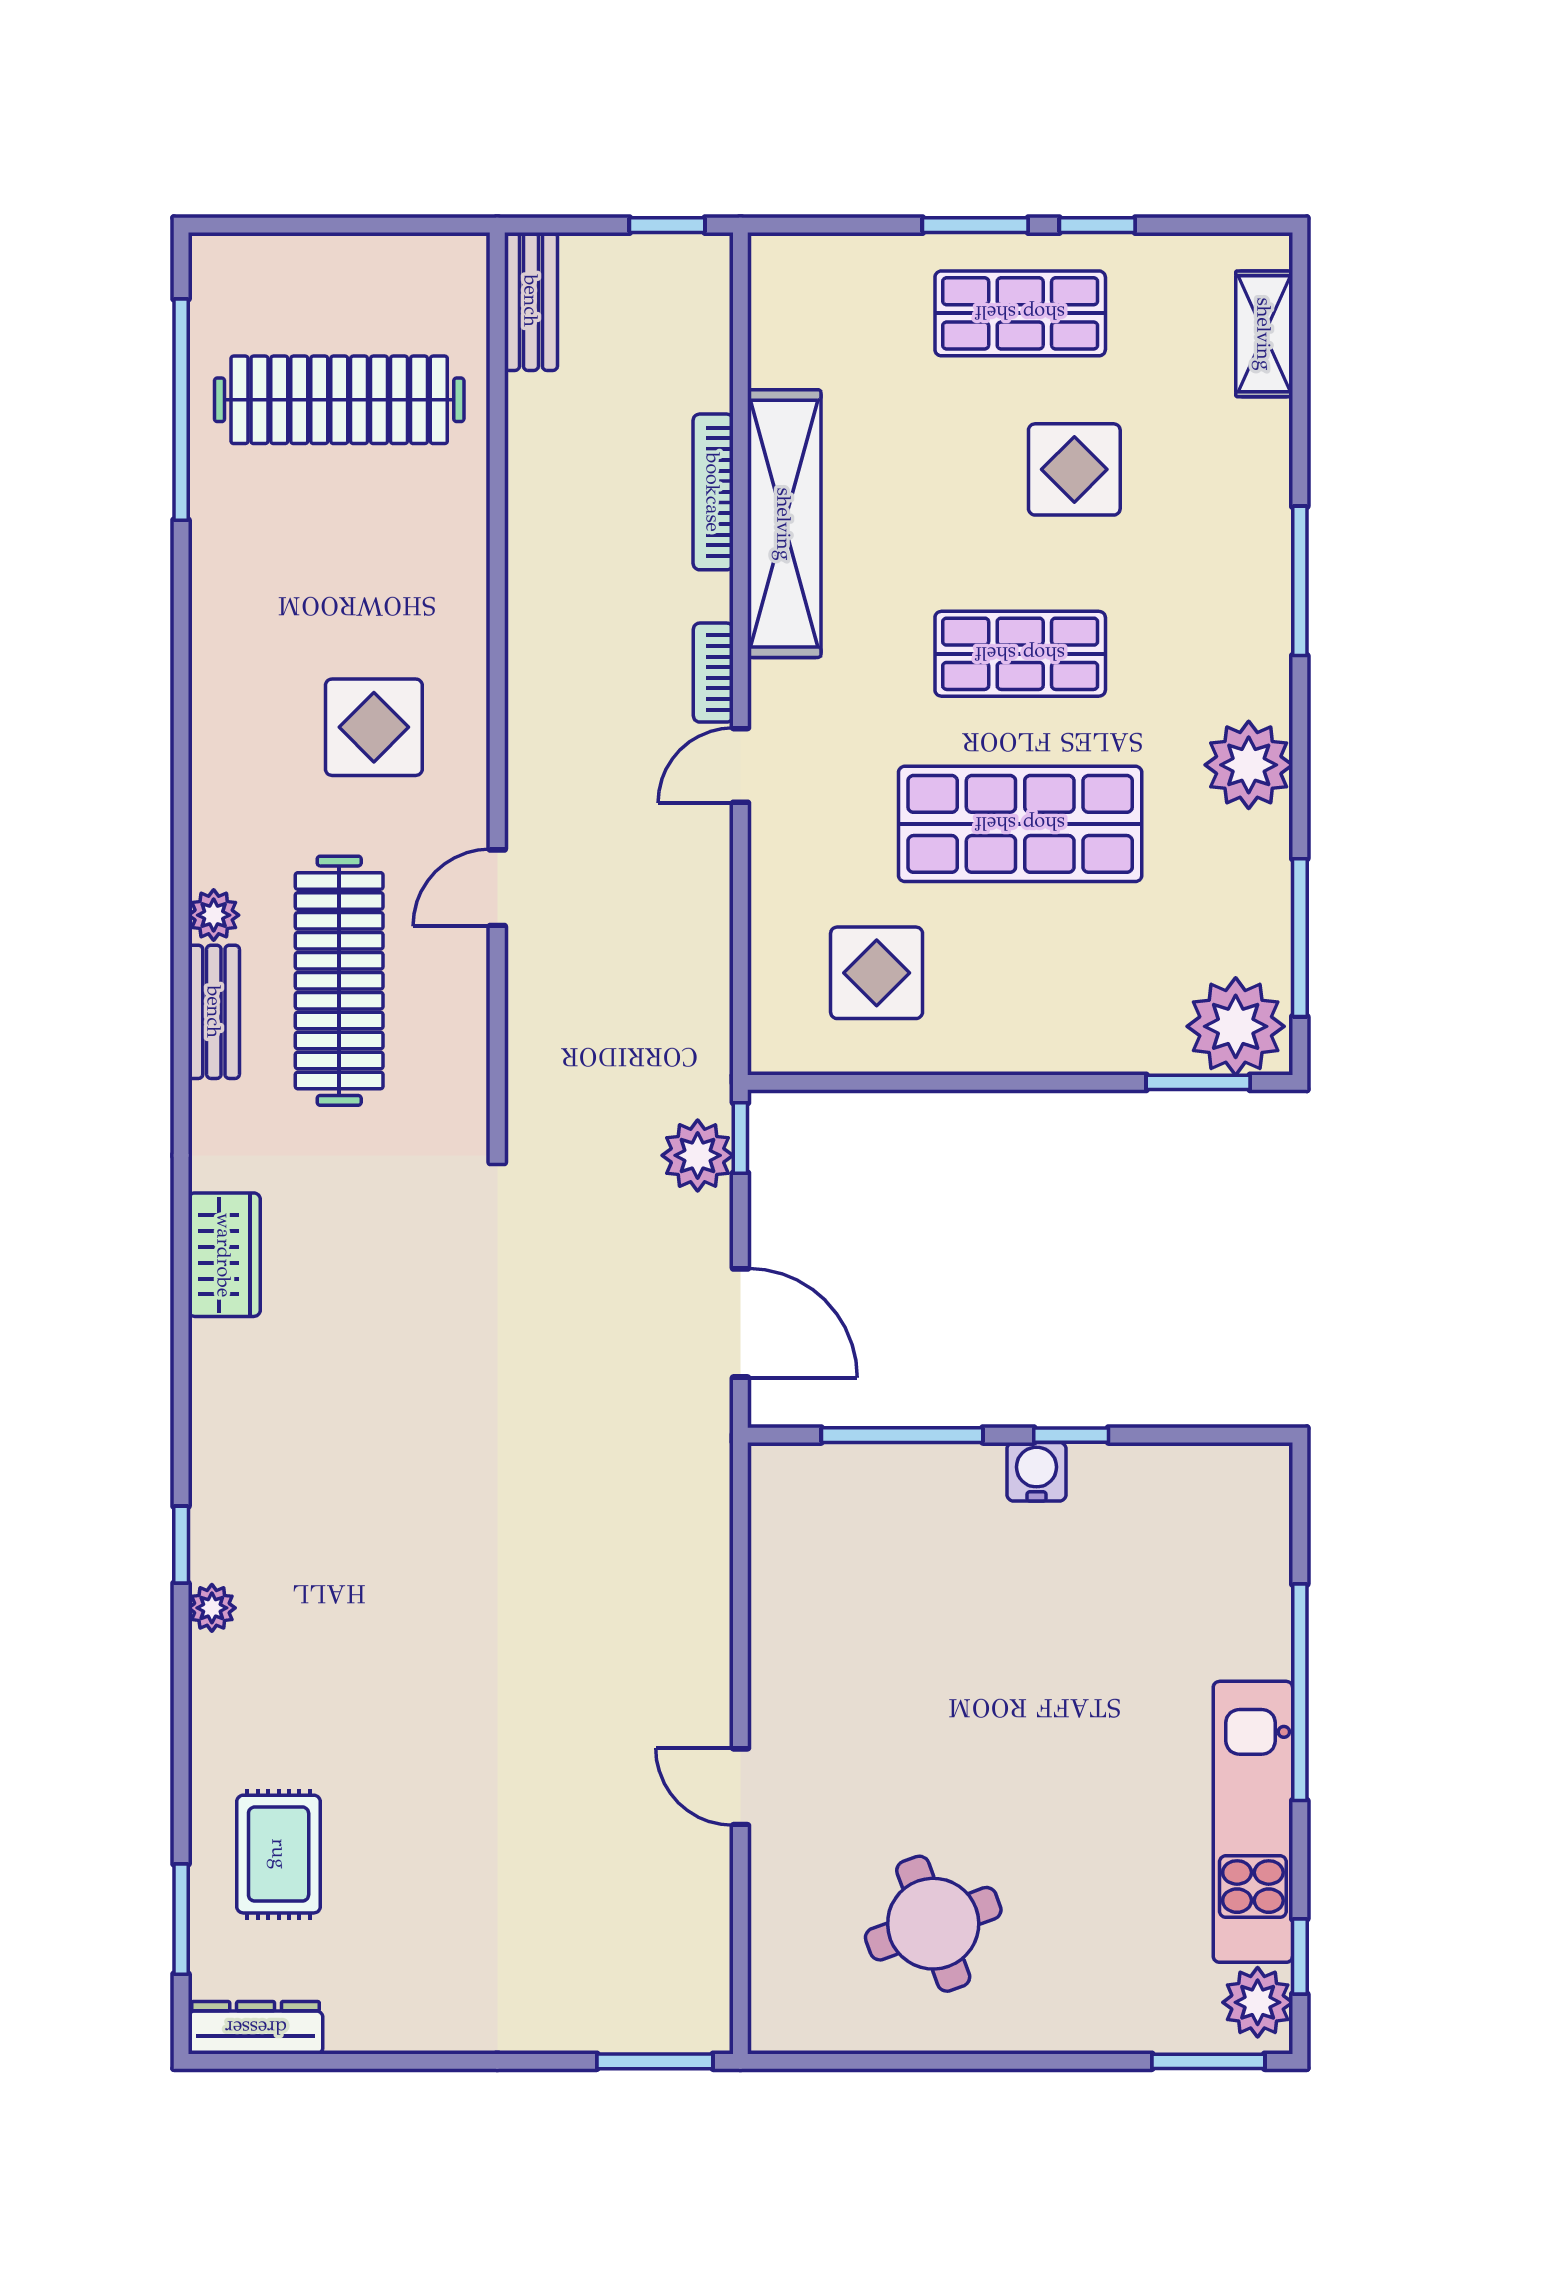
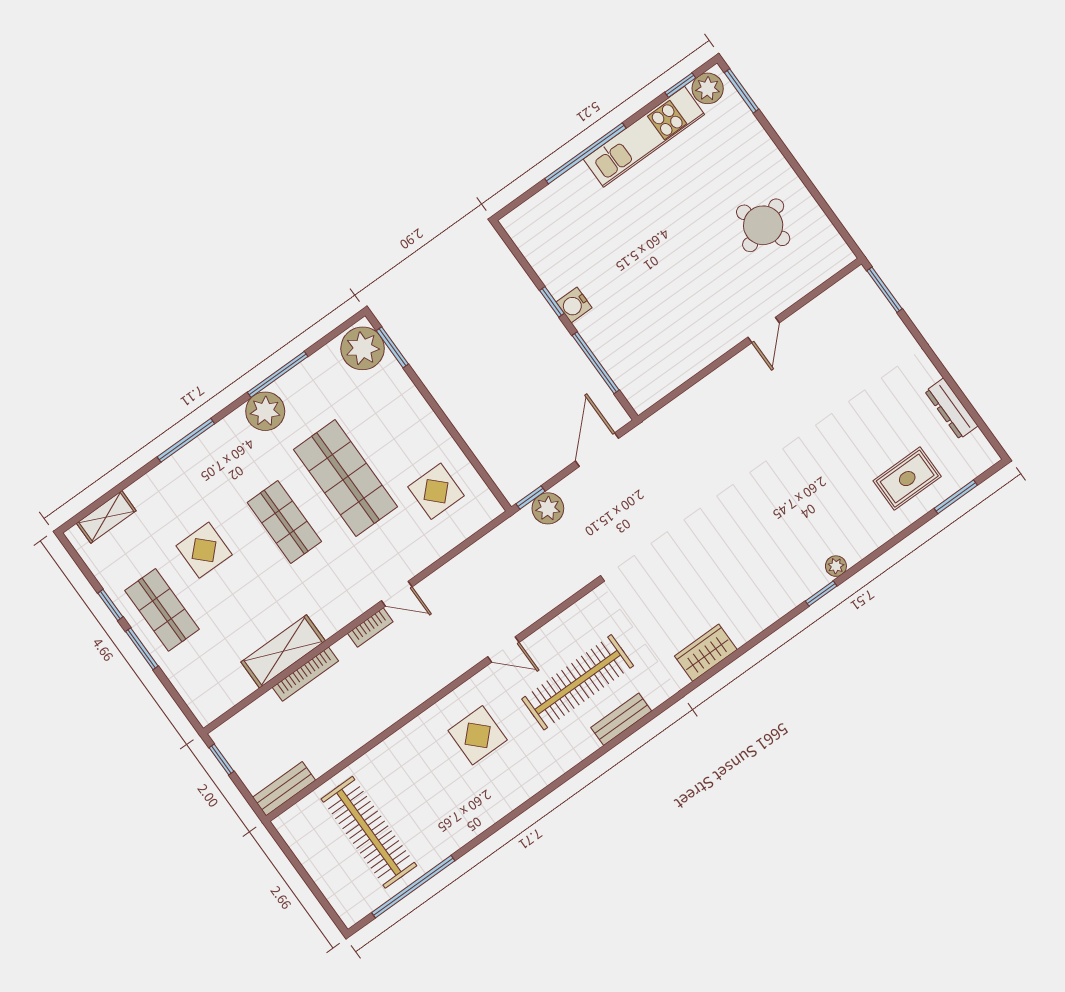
shelving: (784, 524) -> (283, 651), width x0.68
plant: (214, 915) -> (586, 744), removed
window: (1300, 938) -> (278, 374), moved
dresser: (256, 2028) -> (951, 409), moved

